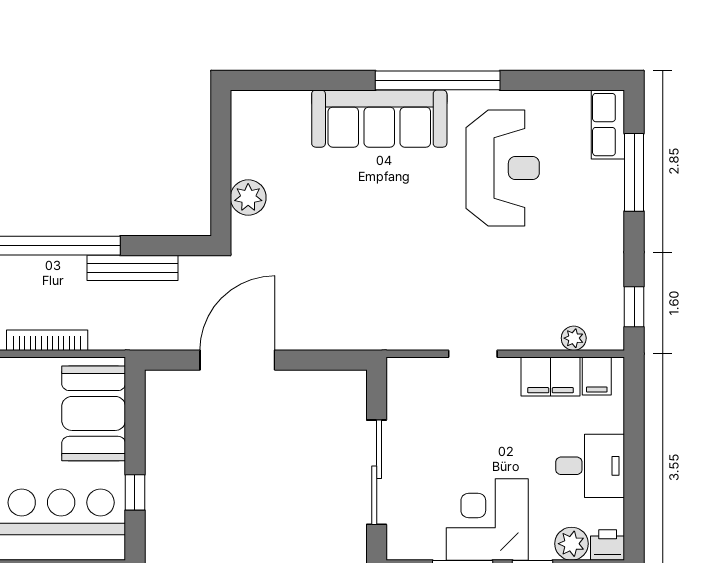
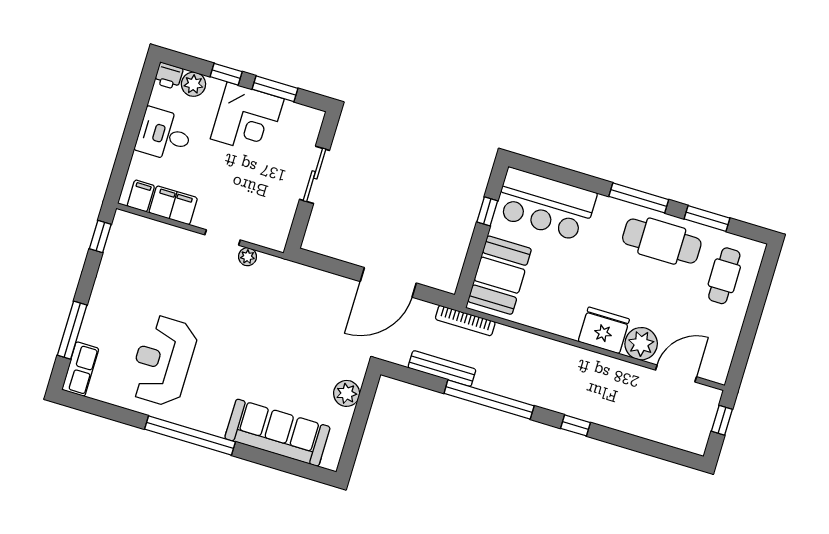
sofa: (379, 119) -> (277, 433), moved
plant: (574, 338) -> (247, 257), moved
bookcase: (47, 340) -> (465, 321), moved
sliding door: (377, 472) -> (315, 175), width x0.73

